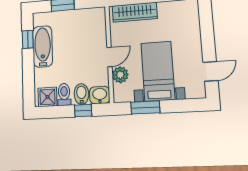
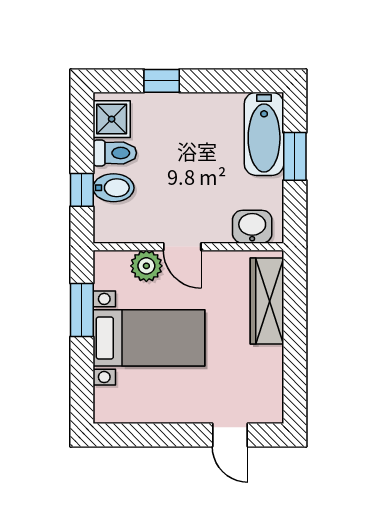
window: (28, 39) -> (162, 81), moved
bathtub: (43, 46) -> (264, 134), moved, turned 90
door: (210, 71) -> (230, 435), moved
washbasin: (100, 95) -> (252, 227), moved, turned -90

